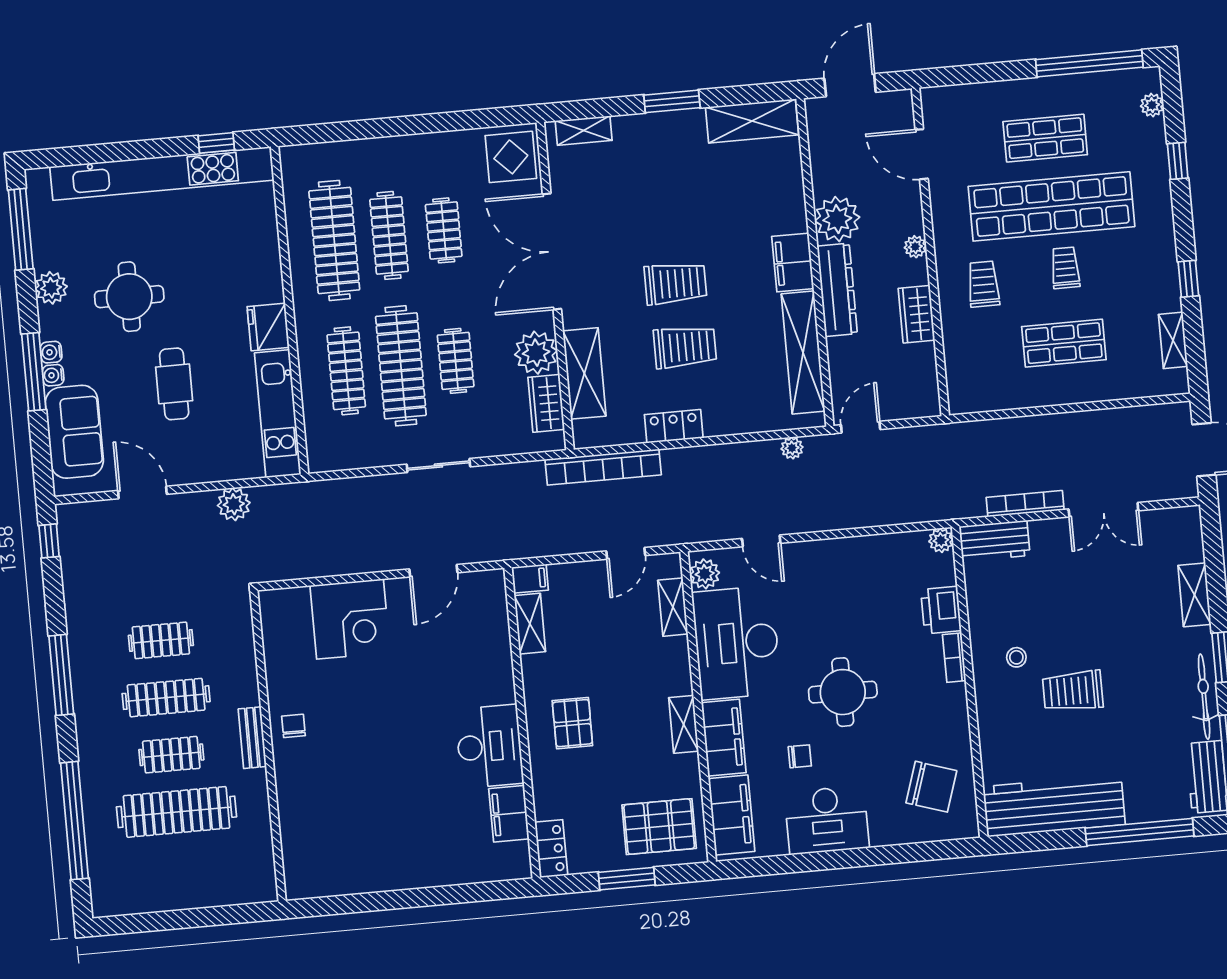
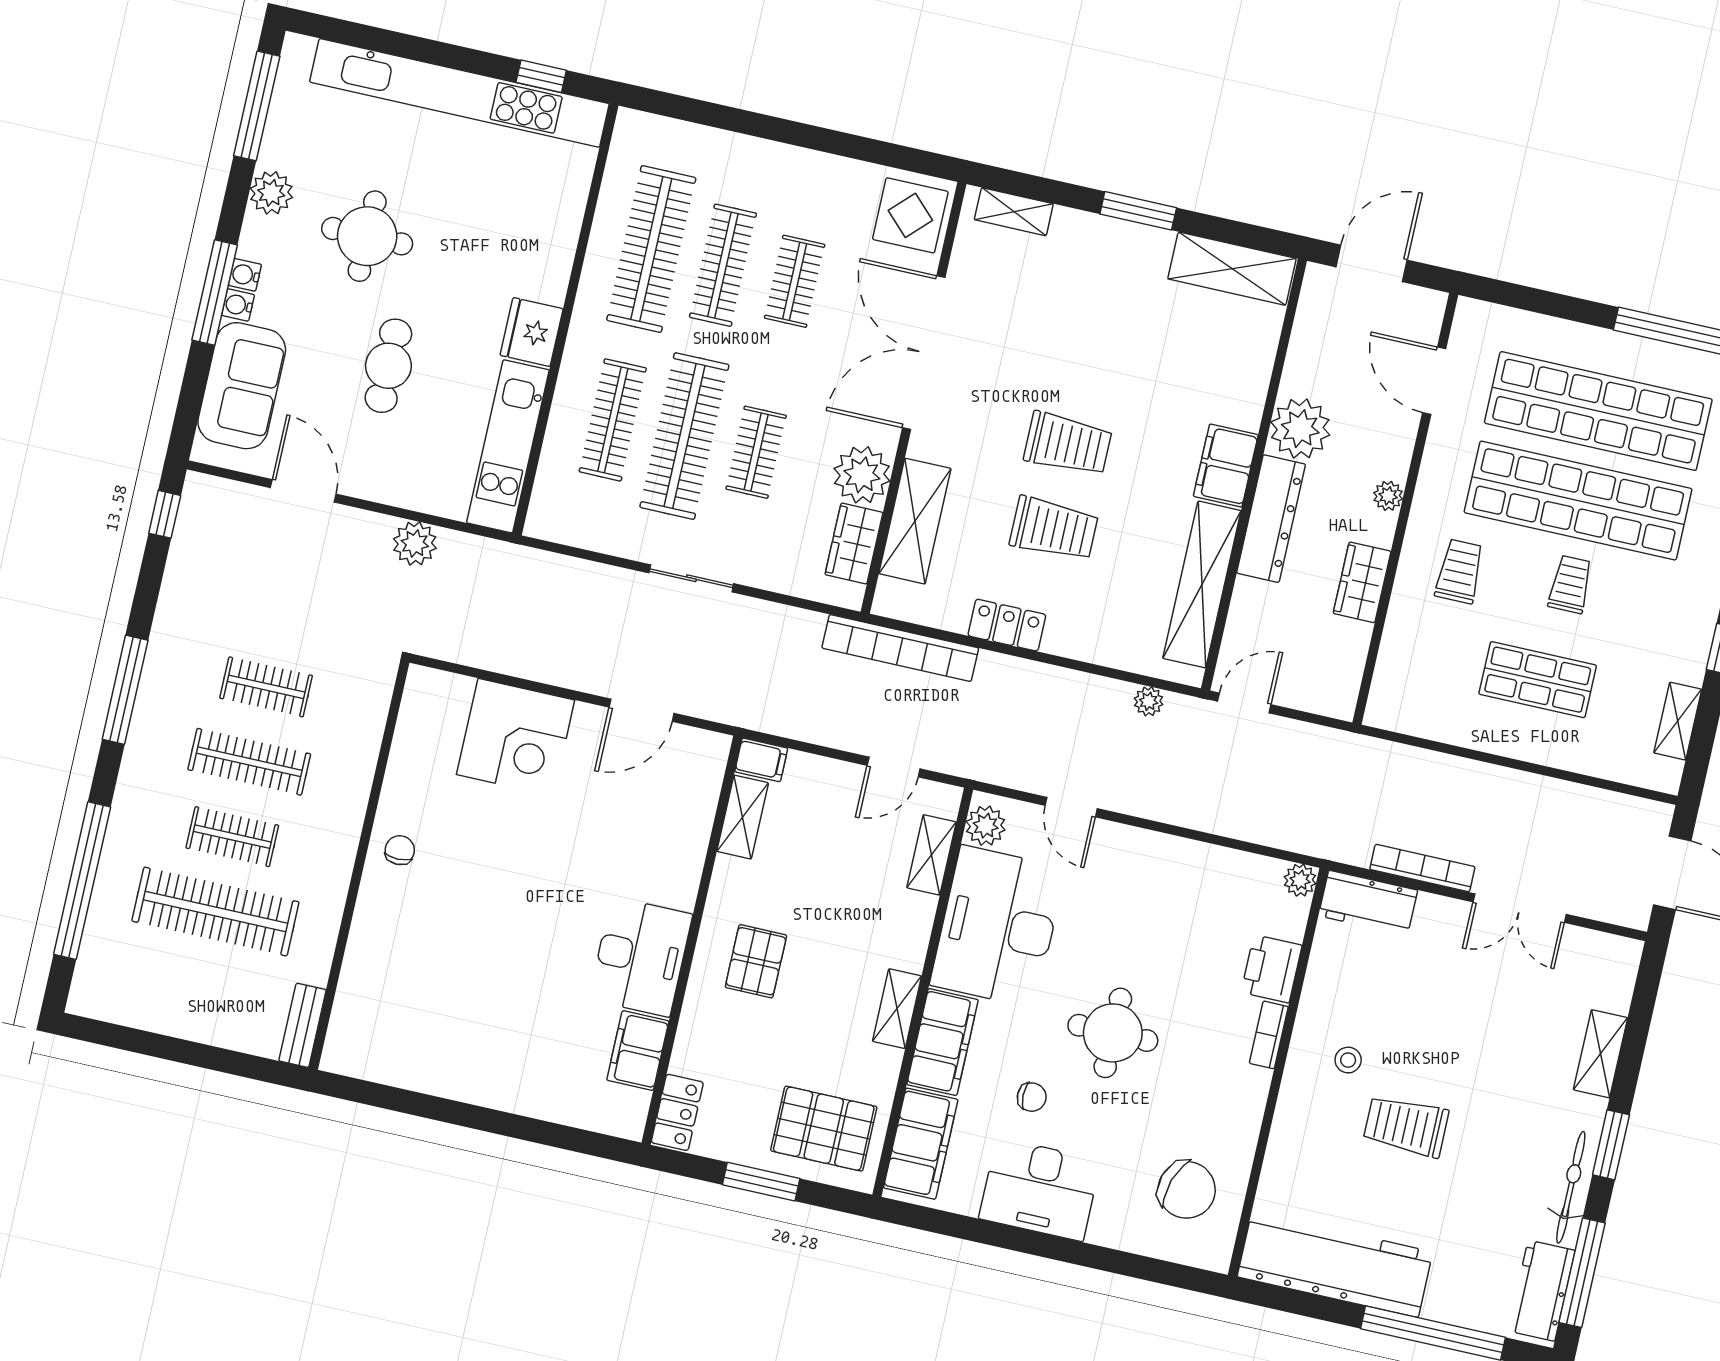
shop shelf: (1045, 138) -> (1598, 411), width x2.00, depth x1.36
bench: (252, 738) -> (303, 1025), moved

